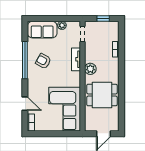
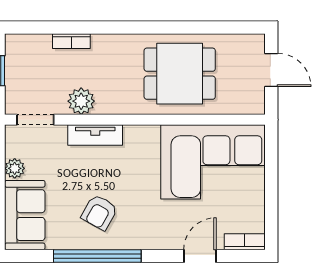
plant: (90, 69) -> (81, 101), moved
dining table: (102, 95) -> (180, 74), turned 90

